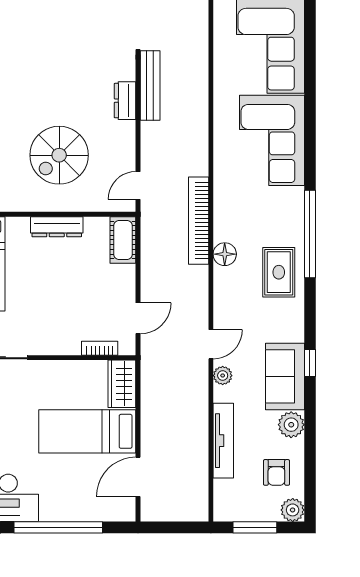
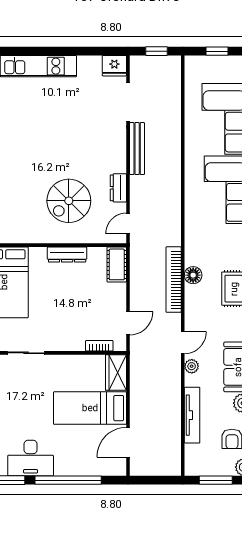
dresser: (125, 101) -> (118, 188), moved
bookcase: (199, 221) -> (174, 280), moved

